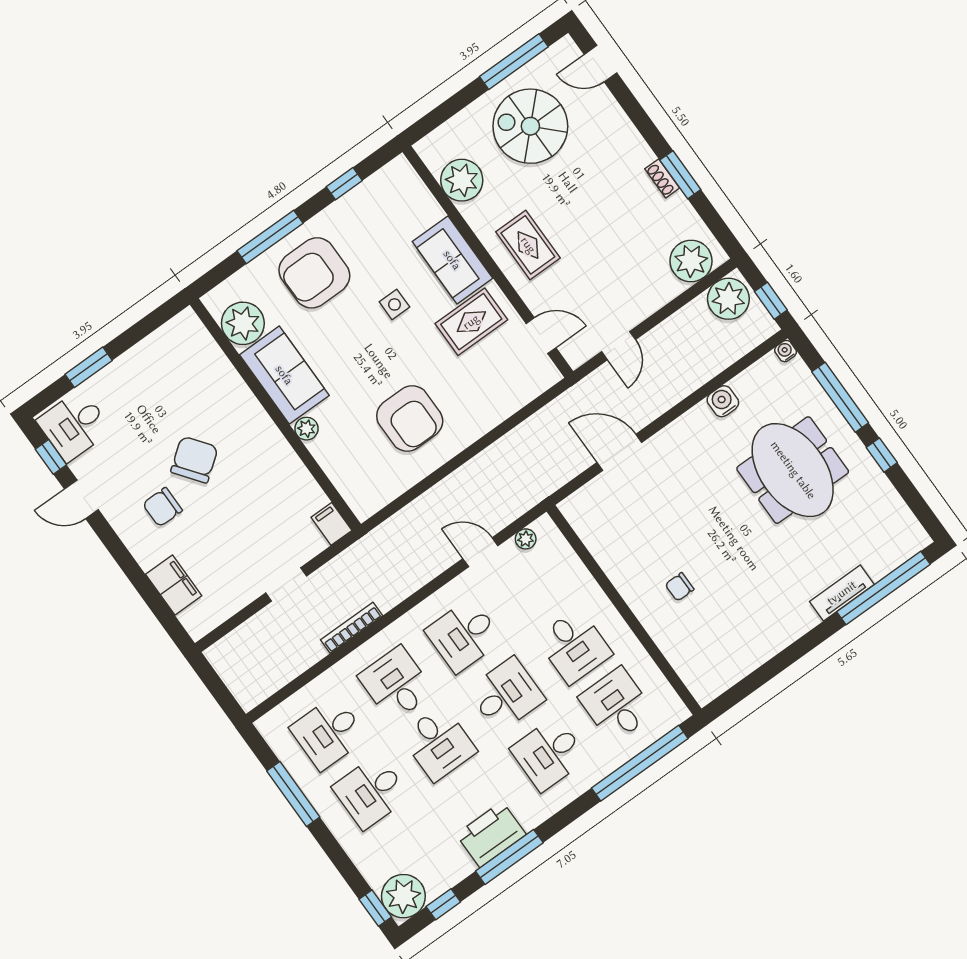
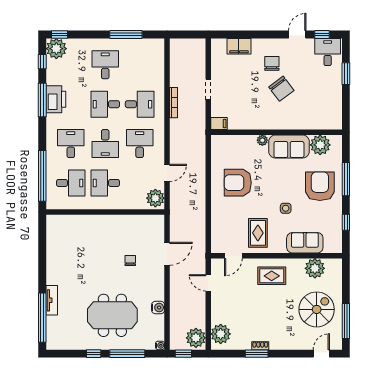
sofa: (452, 260) -> (305, 243), moved
plant: (526, 539) -> (155, 198), width x1.88, depth x1.88
chair: (680, 587) -> (130, 260), moved
desk: (328, 733) -> (140, 65), removed

